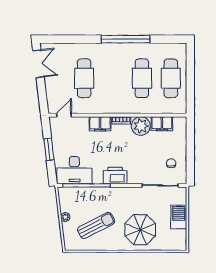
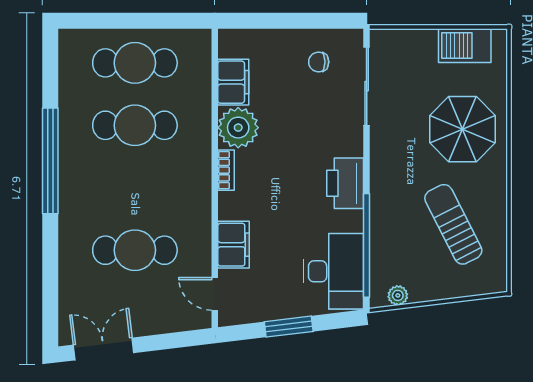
filing cabinet: (100, 124) -> (234, 245), moved
plant: (65, 217) -> (398, 295), moved
barbecue: (179, 217) -> (465, 46), moved

